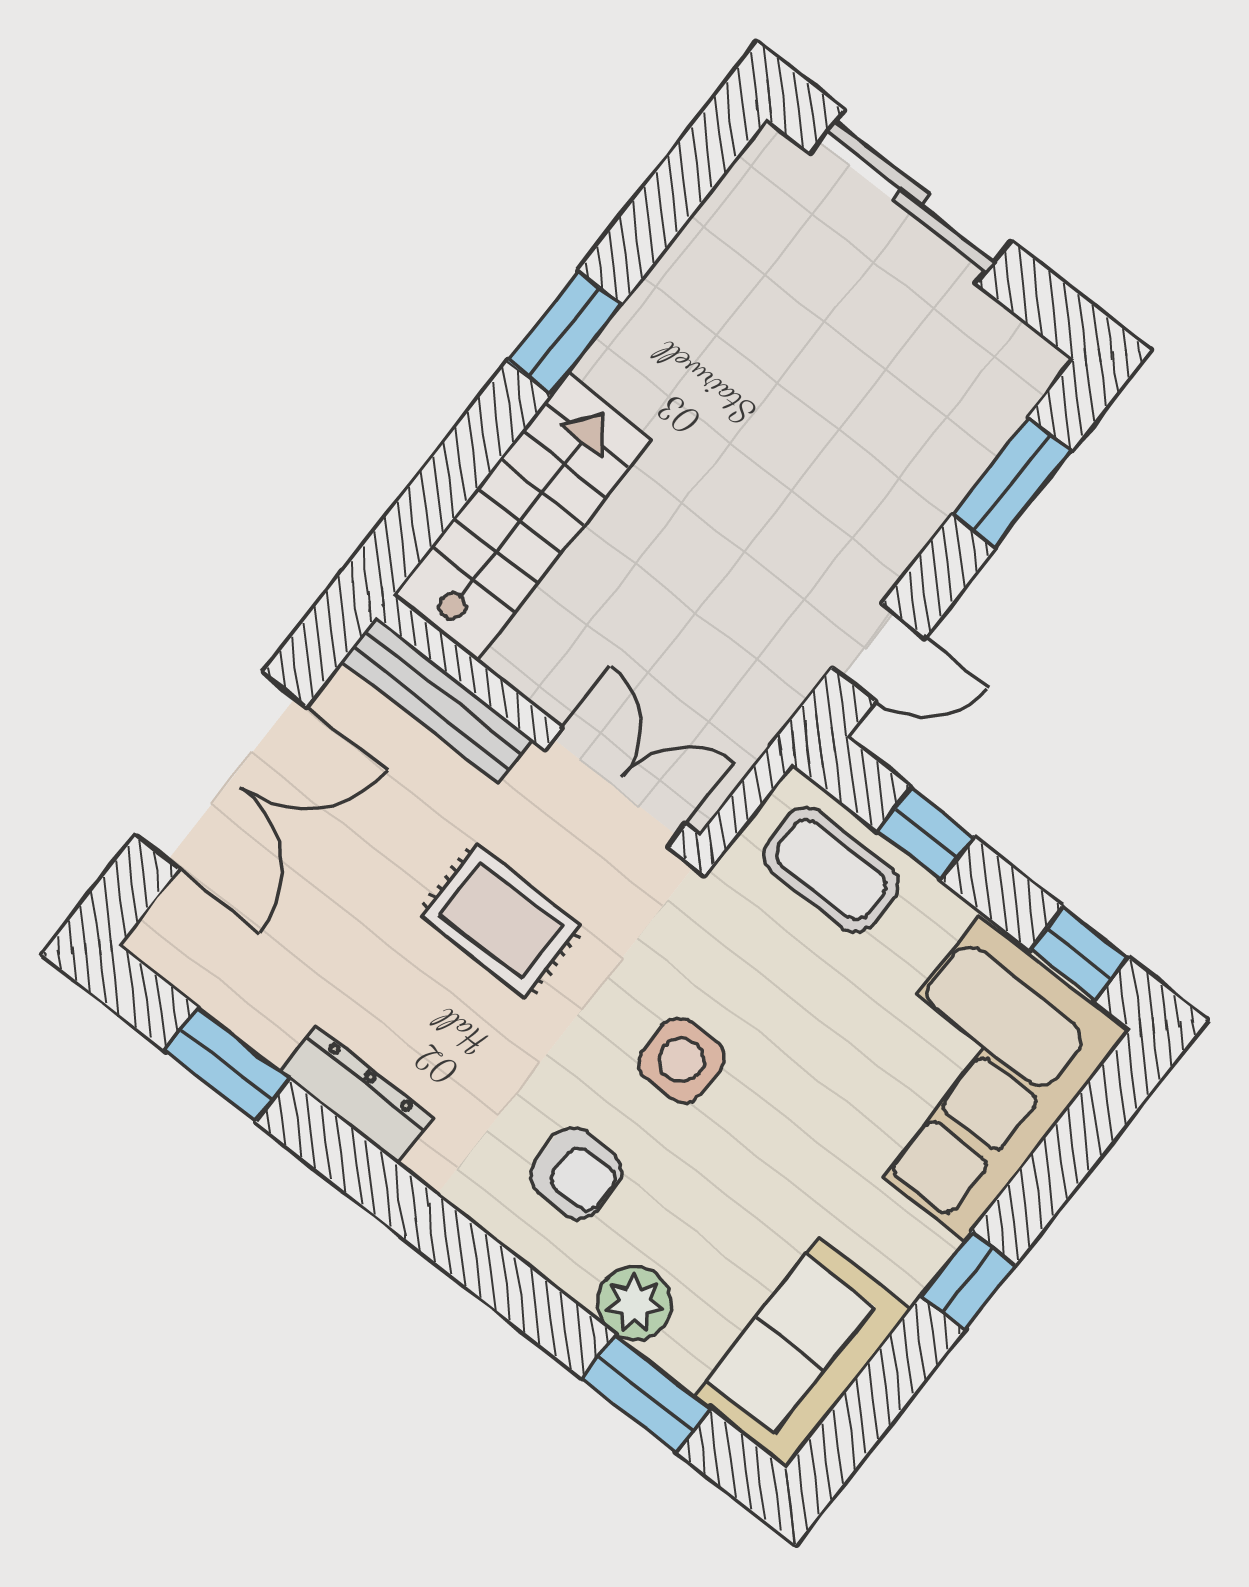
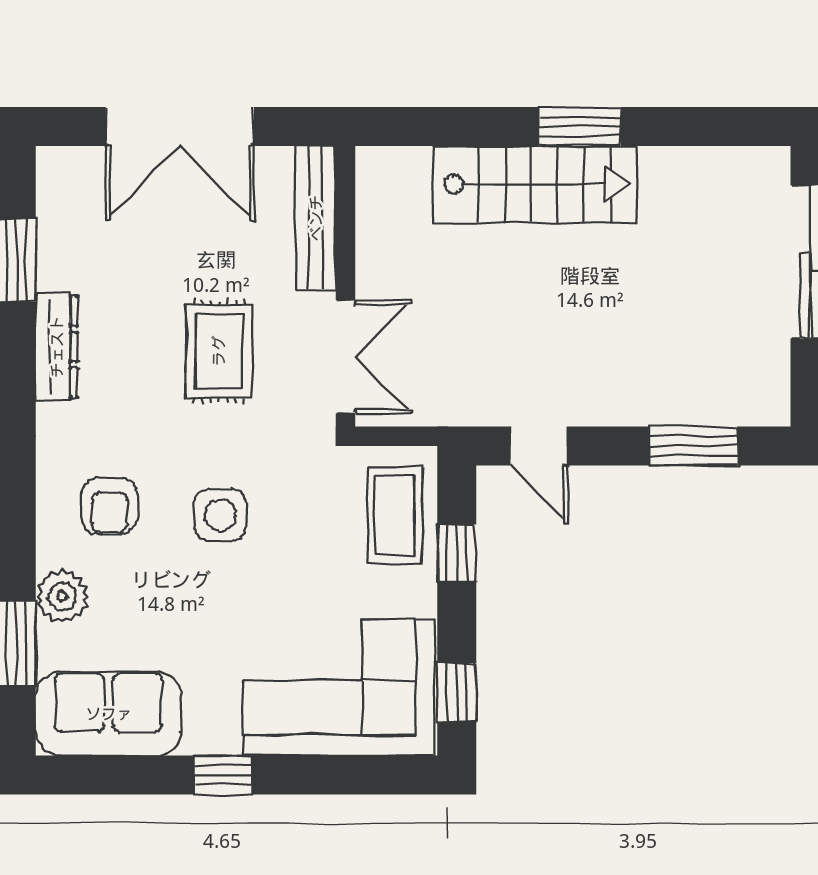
stairs: (522, 517) -> (535, 184), moved

